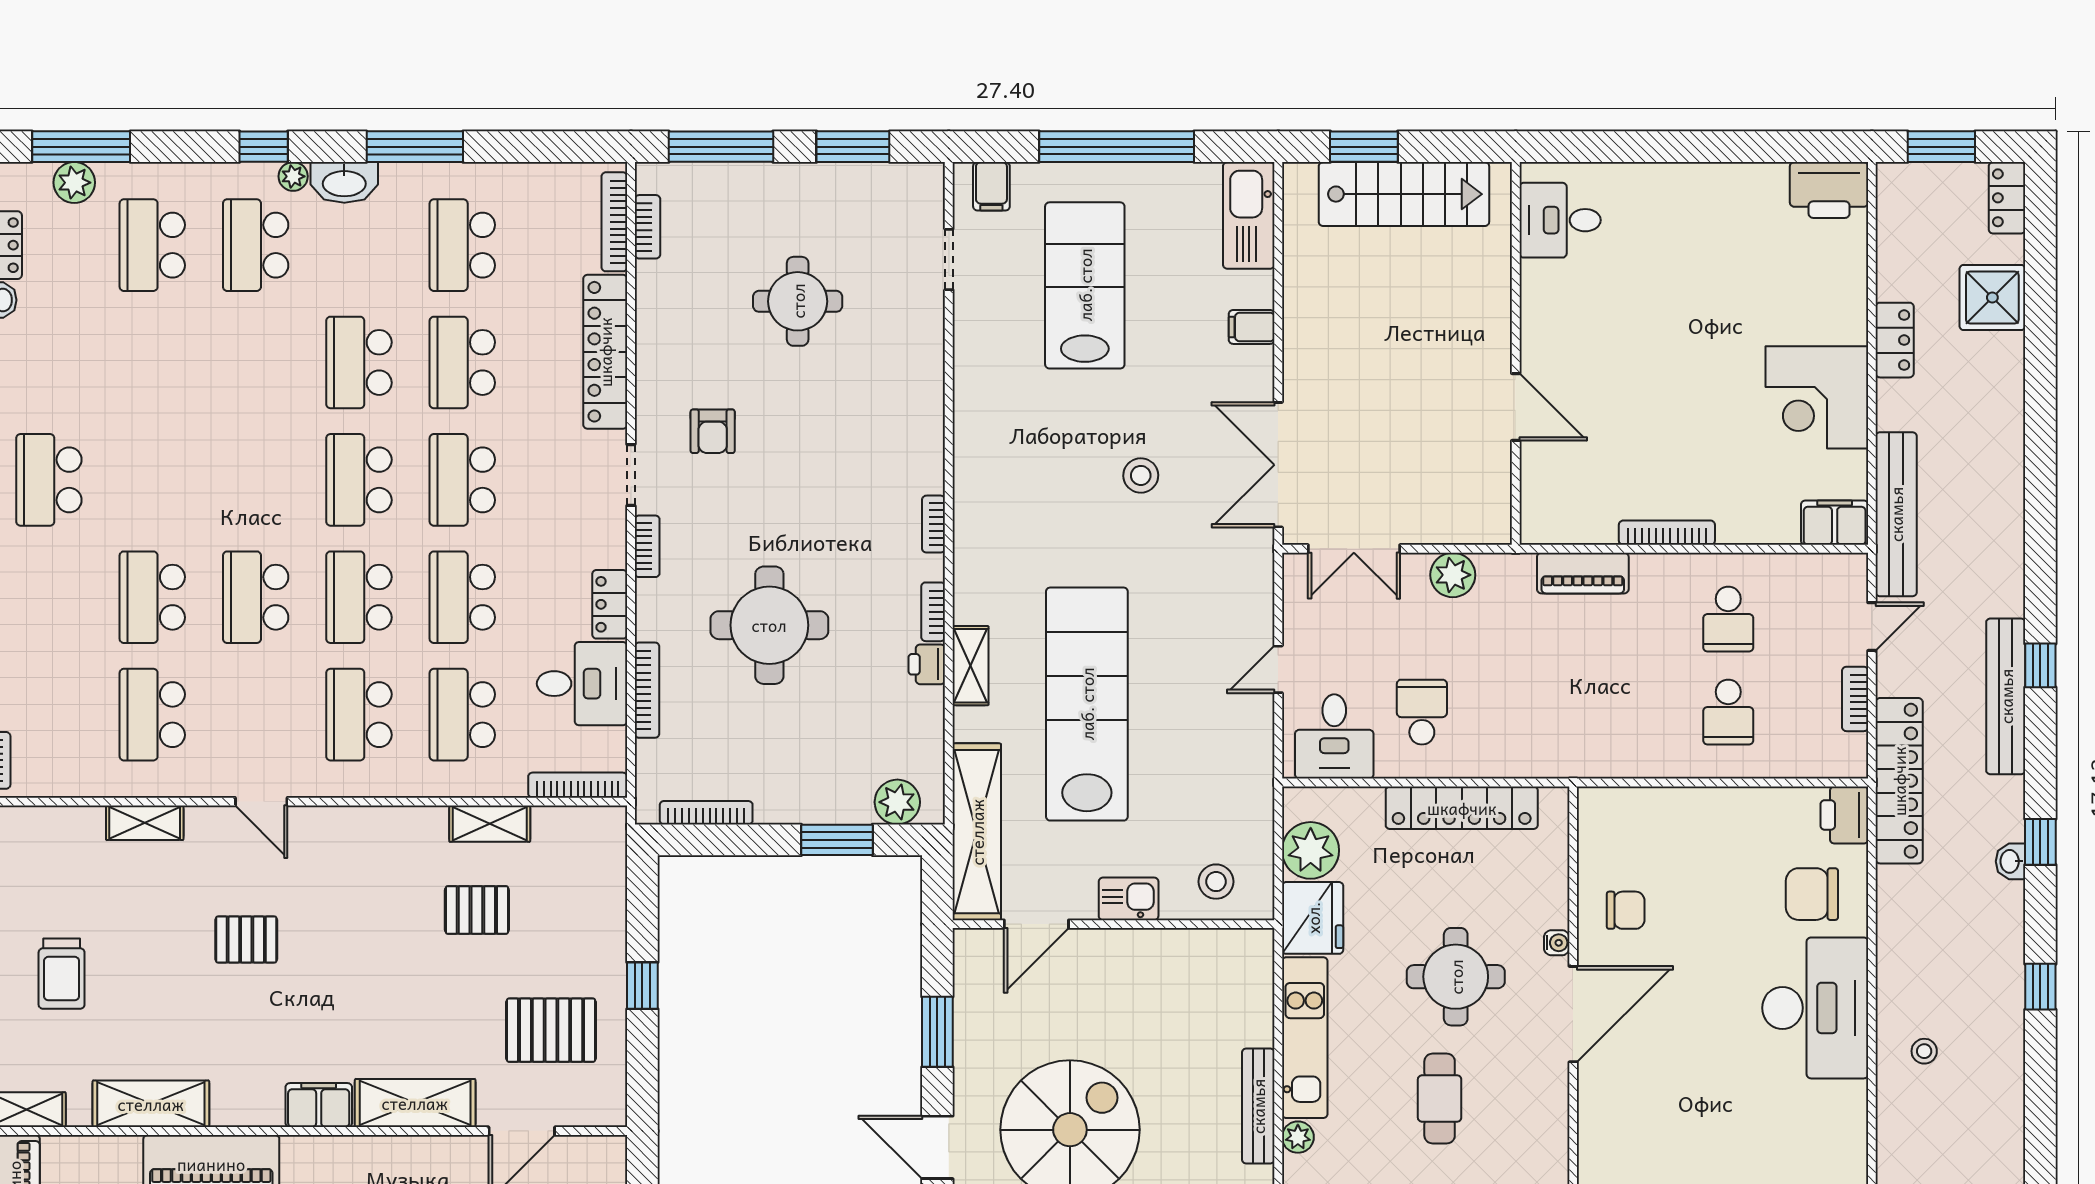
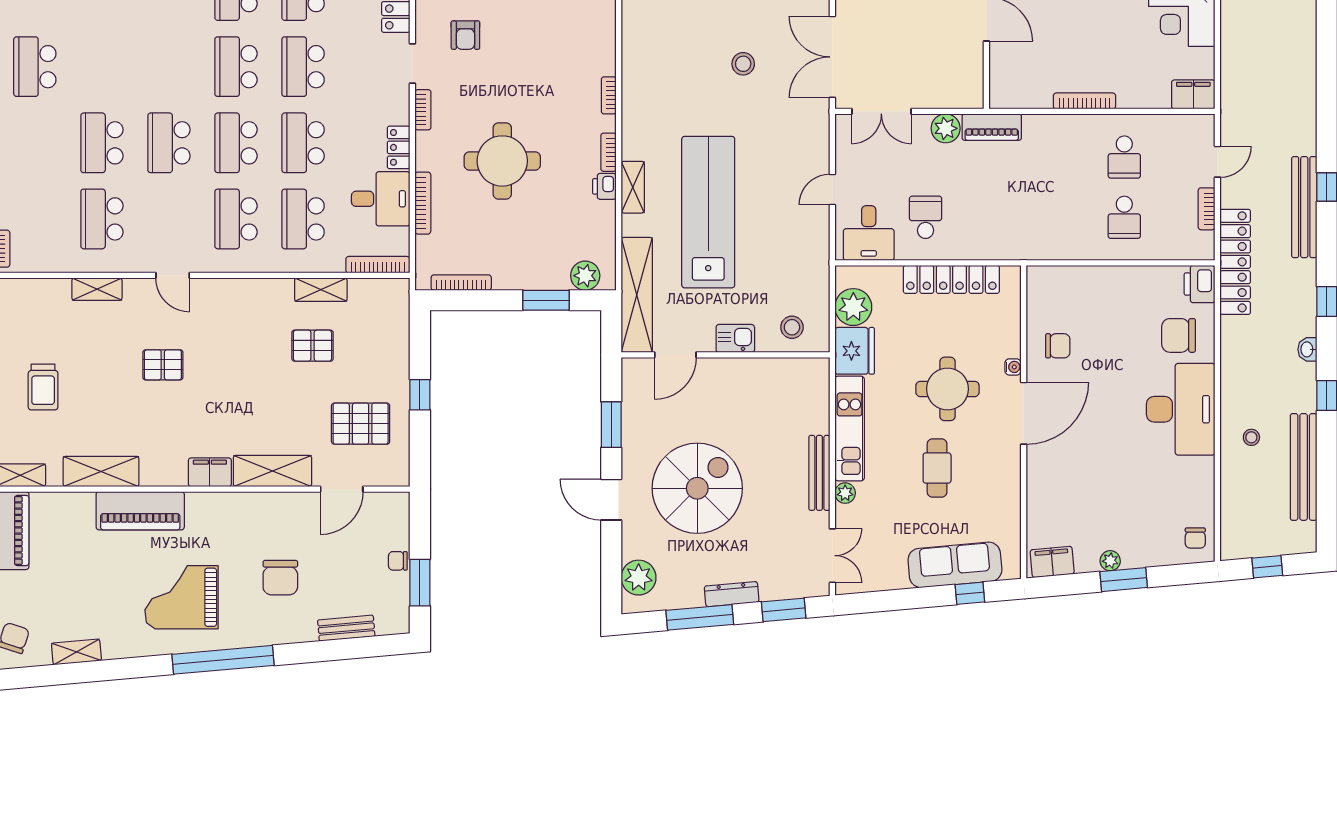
bench: (1896, 514) -> (1304, 467), moved
piano: (1583, 573) -> (992, 127), moved
washbasin: (2010, 861) -> (1307, 349), moved

